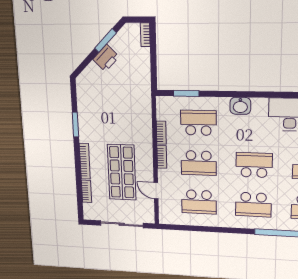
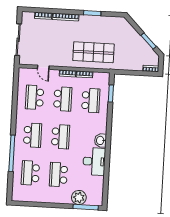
printer: (106, 58) -> (137, 40), removed
washbasin: (240, 106) -> (100, 140), moved
school desk: (199, 163) -> (63, 99), turned 180
shop shelf: (122, 172) -> (93, 52), moved
door: (156, 191) -> (43, 67), swing flipped
school desk: (253, 205) -> (33, 135), turned 180

